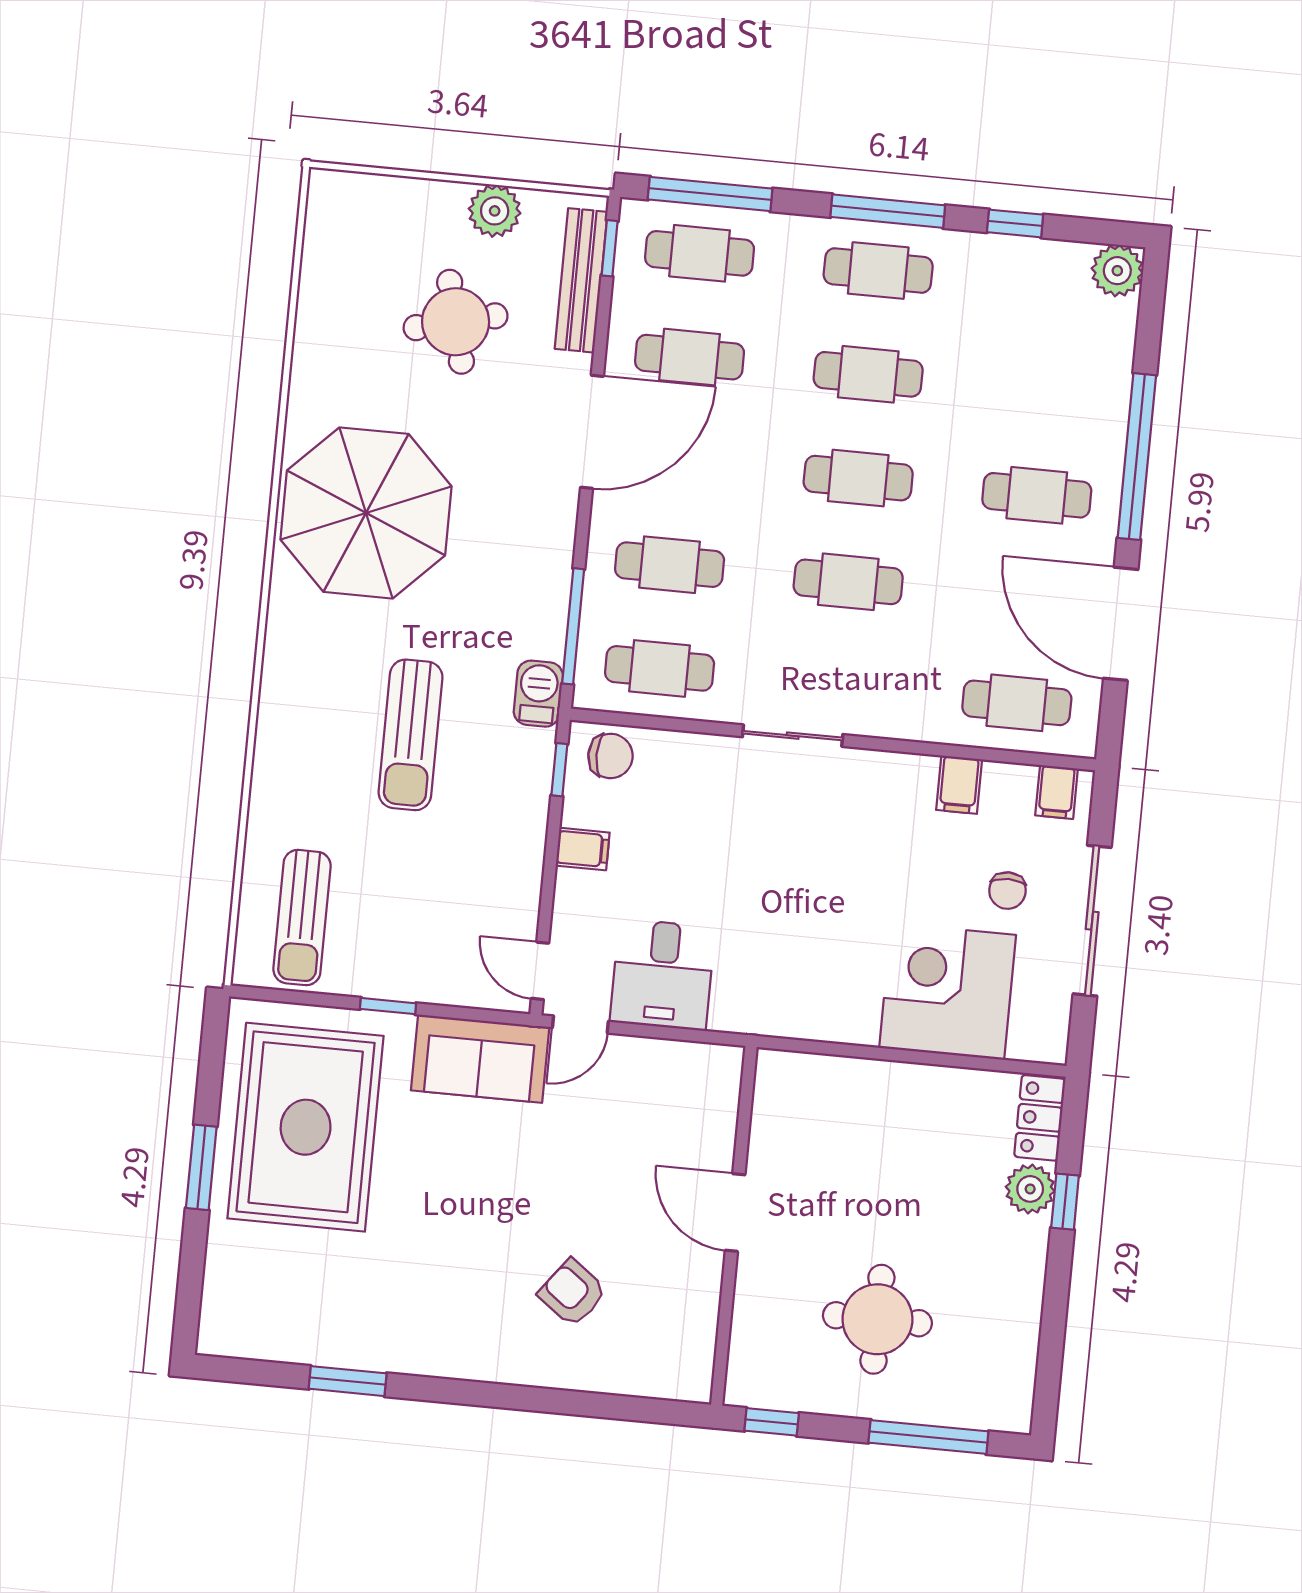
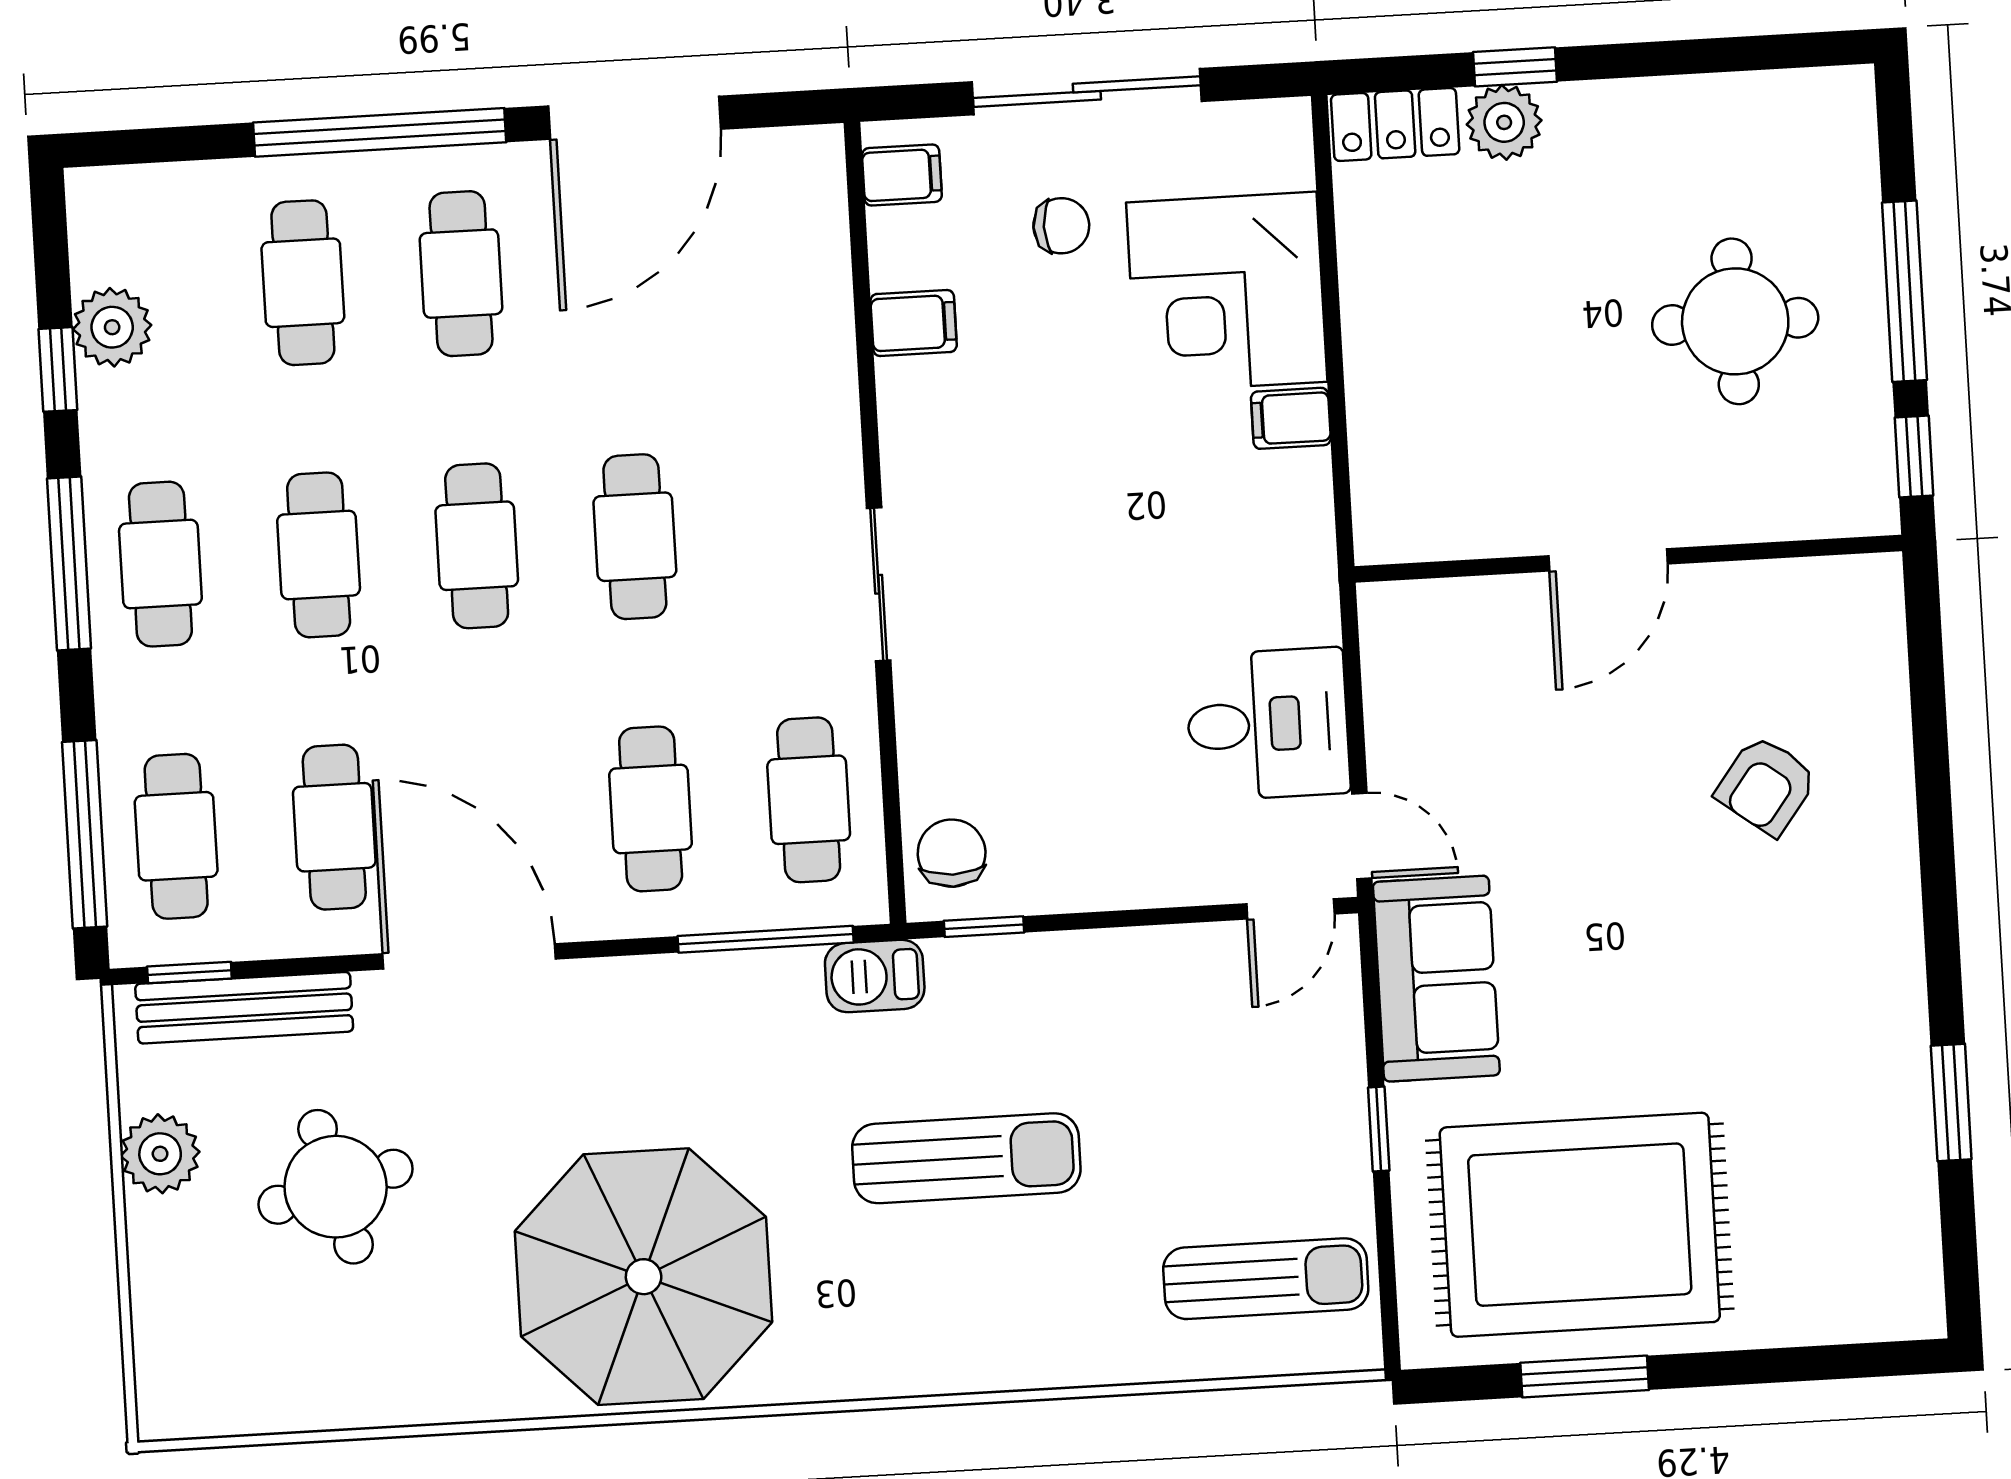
plant: (1117, 271) -> (112, 327), moved
cafe table: (1017, 703) -> (303, 283), moved
filing cabinet: (583, 849) -> (1291, 418), moved, turned -90
window: (201, 1167) -> (1585, 1376), moved
window: (928, 1437) -> (1904, 291), moved

